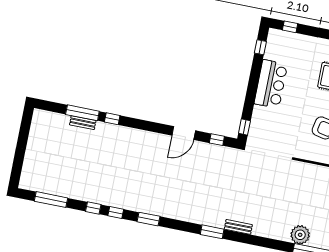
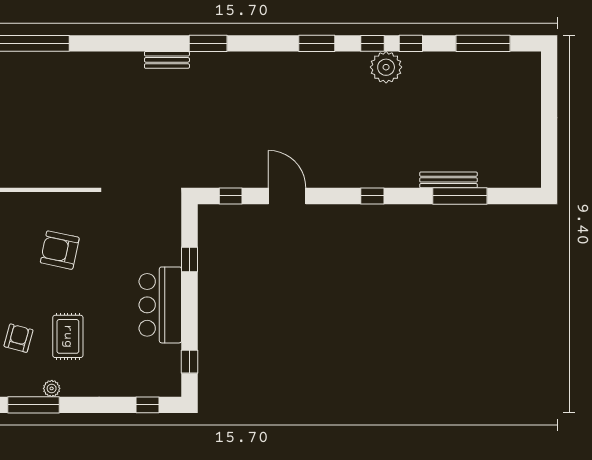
window: (112, 119) -> (372, 196), moved
bench: (83, 123) -> (448, 180), width x1.36
window: (244, 127) -> (190, 259), moved
door: (184, 133) -> (287, 196), hinge flipped
plant: (300, 235) -> (386, 67), moved

